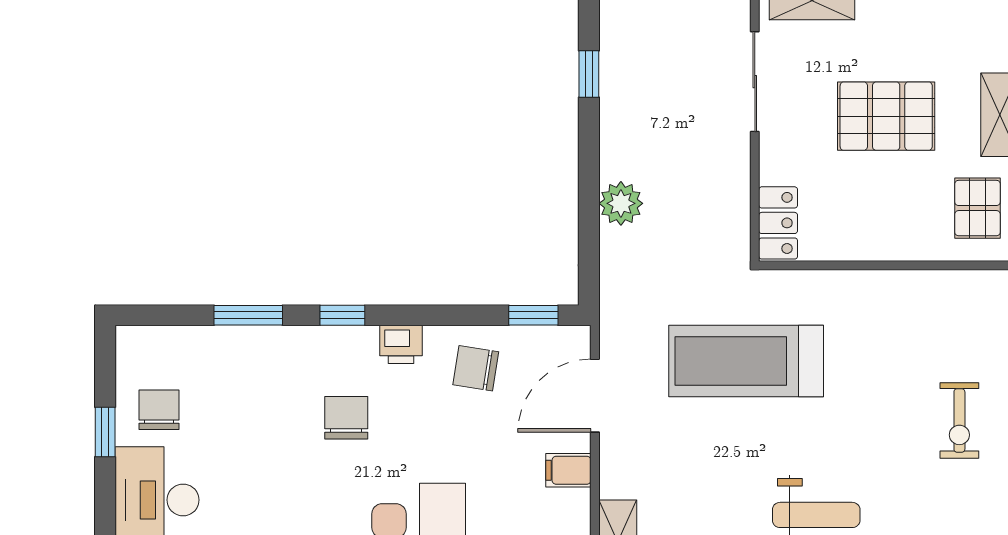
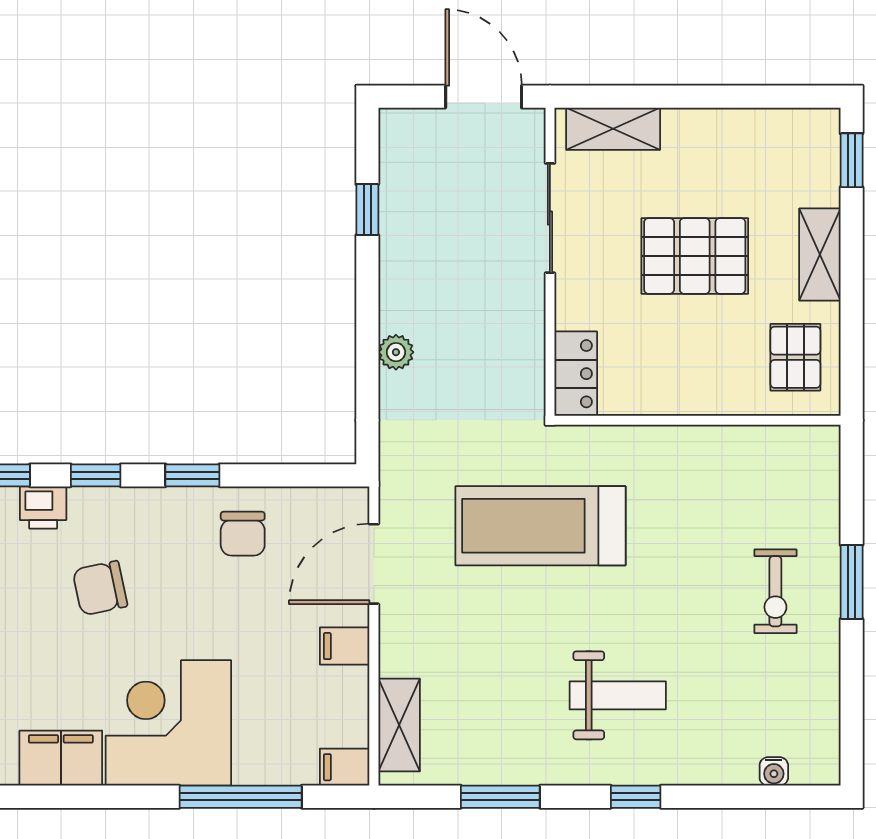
plant: (621, 203) -> (396, 352), width x0.73, depth x0.73
window: (533, 315) -> (192, 475), moved
printer: (401, 344) -> (43, 507), moved
chair: (476, 368) -> (243, 534), turned -99
chair: (346, 418) -> (100, 588), turned -102

